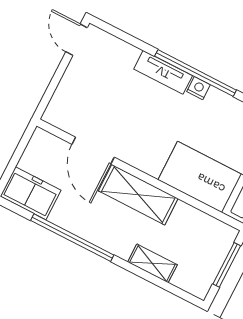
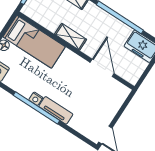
shelving: (138, 195) -> (71, 37), width x0.67, depth x0.75

